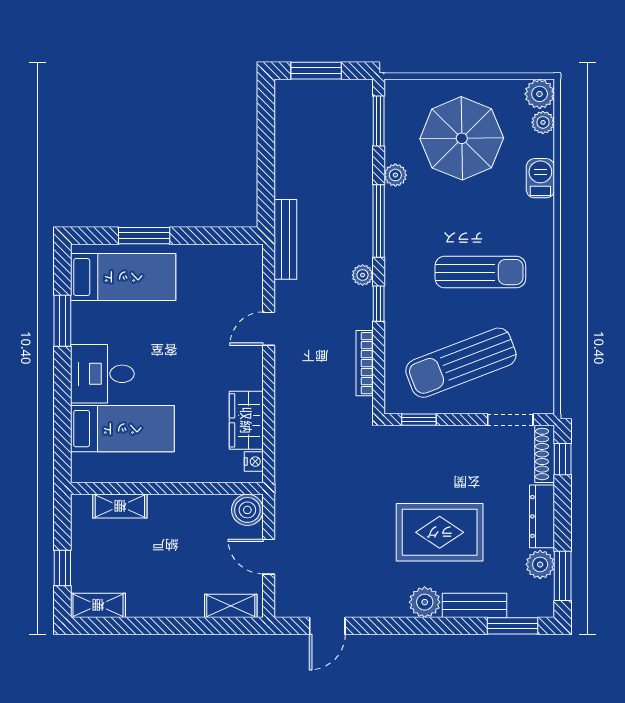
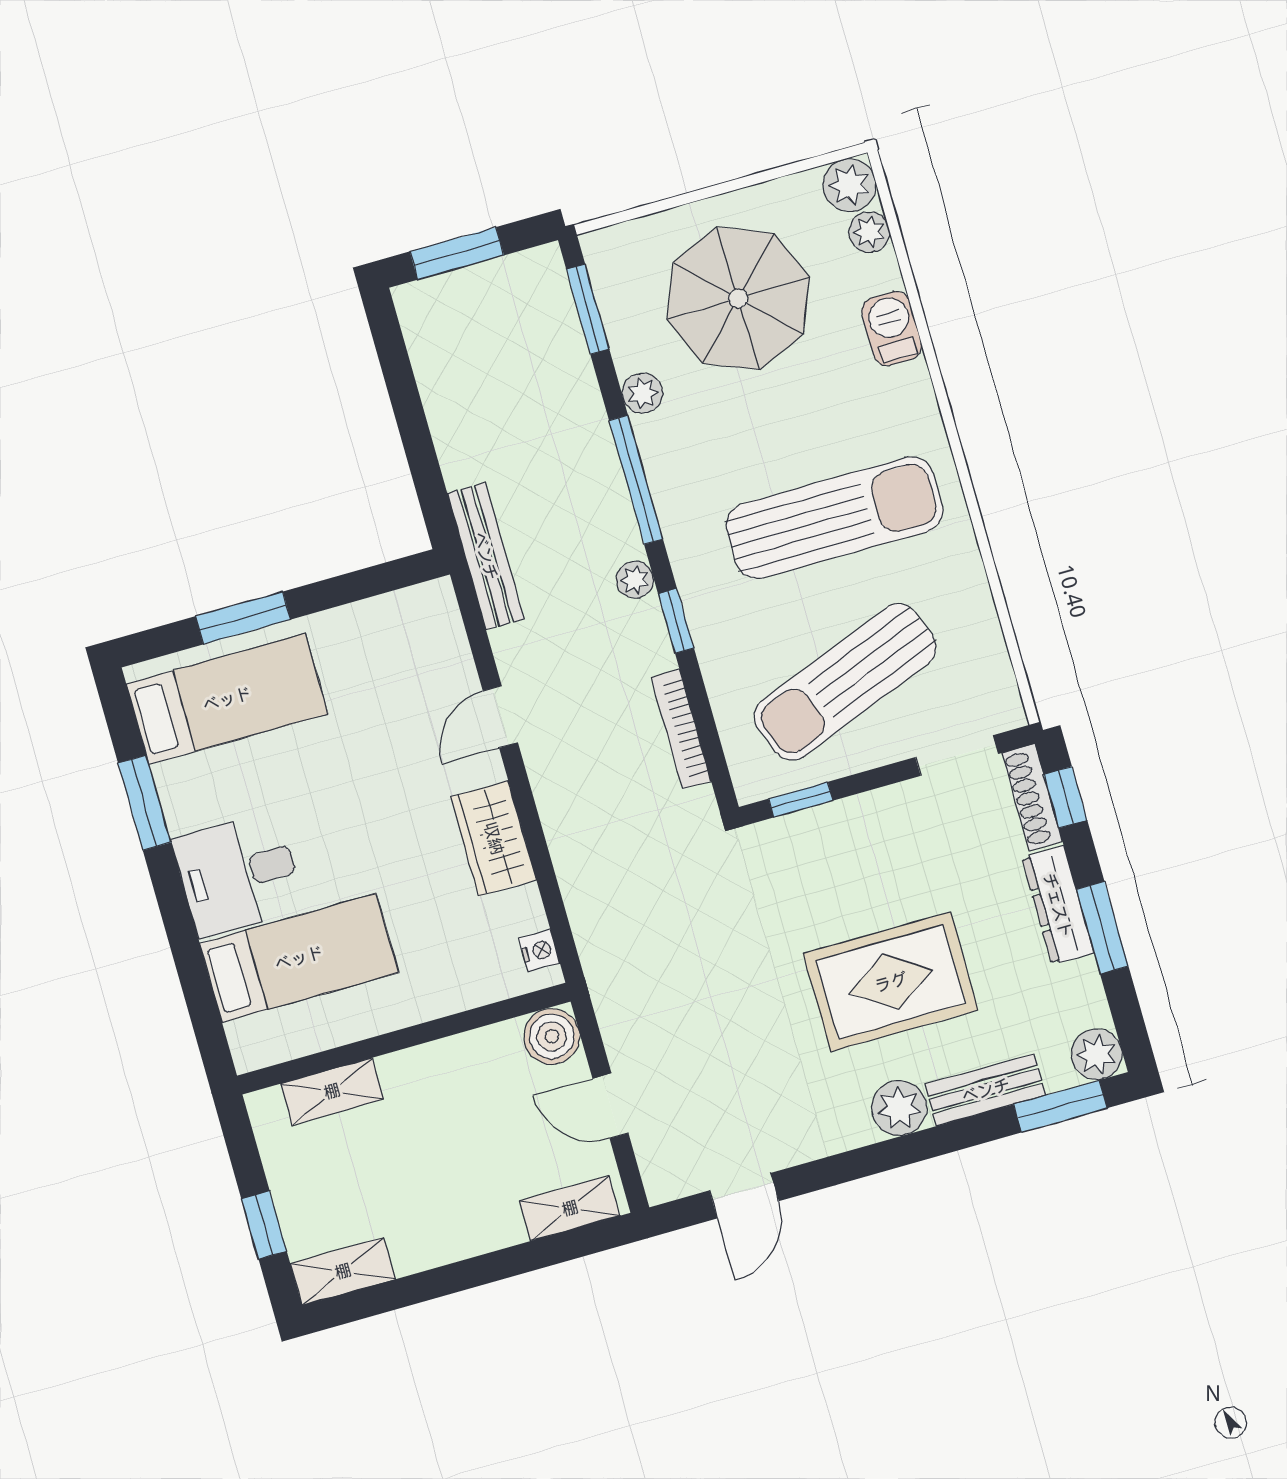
sun lounger: (480, 272) -> (835, 518), width x1.36, depth x1.34
wardrobe: (246, 420) -> (494, 838), moved
plant: (540, 564) -> (1097, 1054), moved
window: (563, 576) -> (1102, 928), moved

